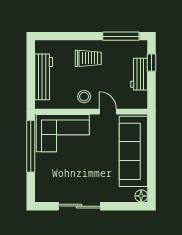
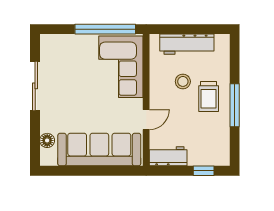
window: (121, 36) -> (235, 105), moved
workbench: (139, 74) -> (168, 156), moved
stool: (84, 97) -> (183, 81), moved
floor lamp: (141, 196) -> (47, 140), moved

